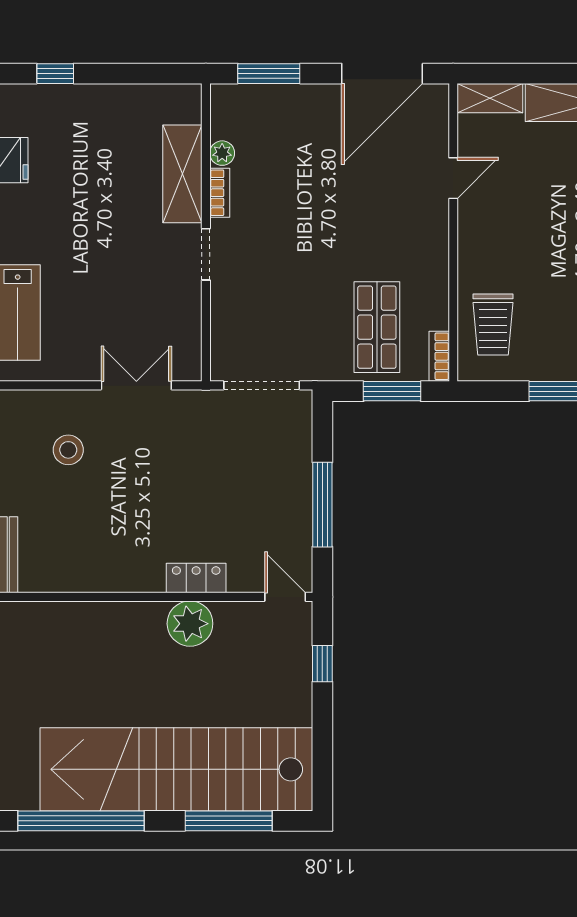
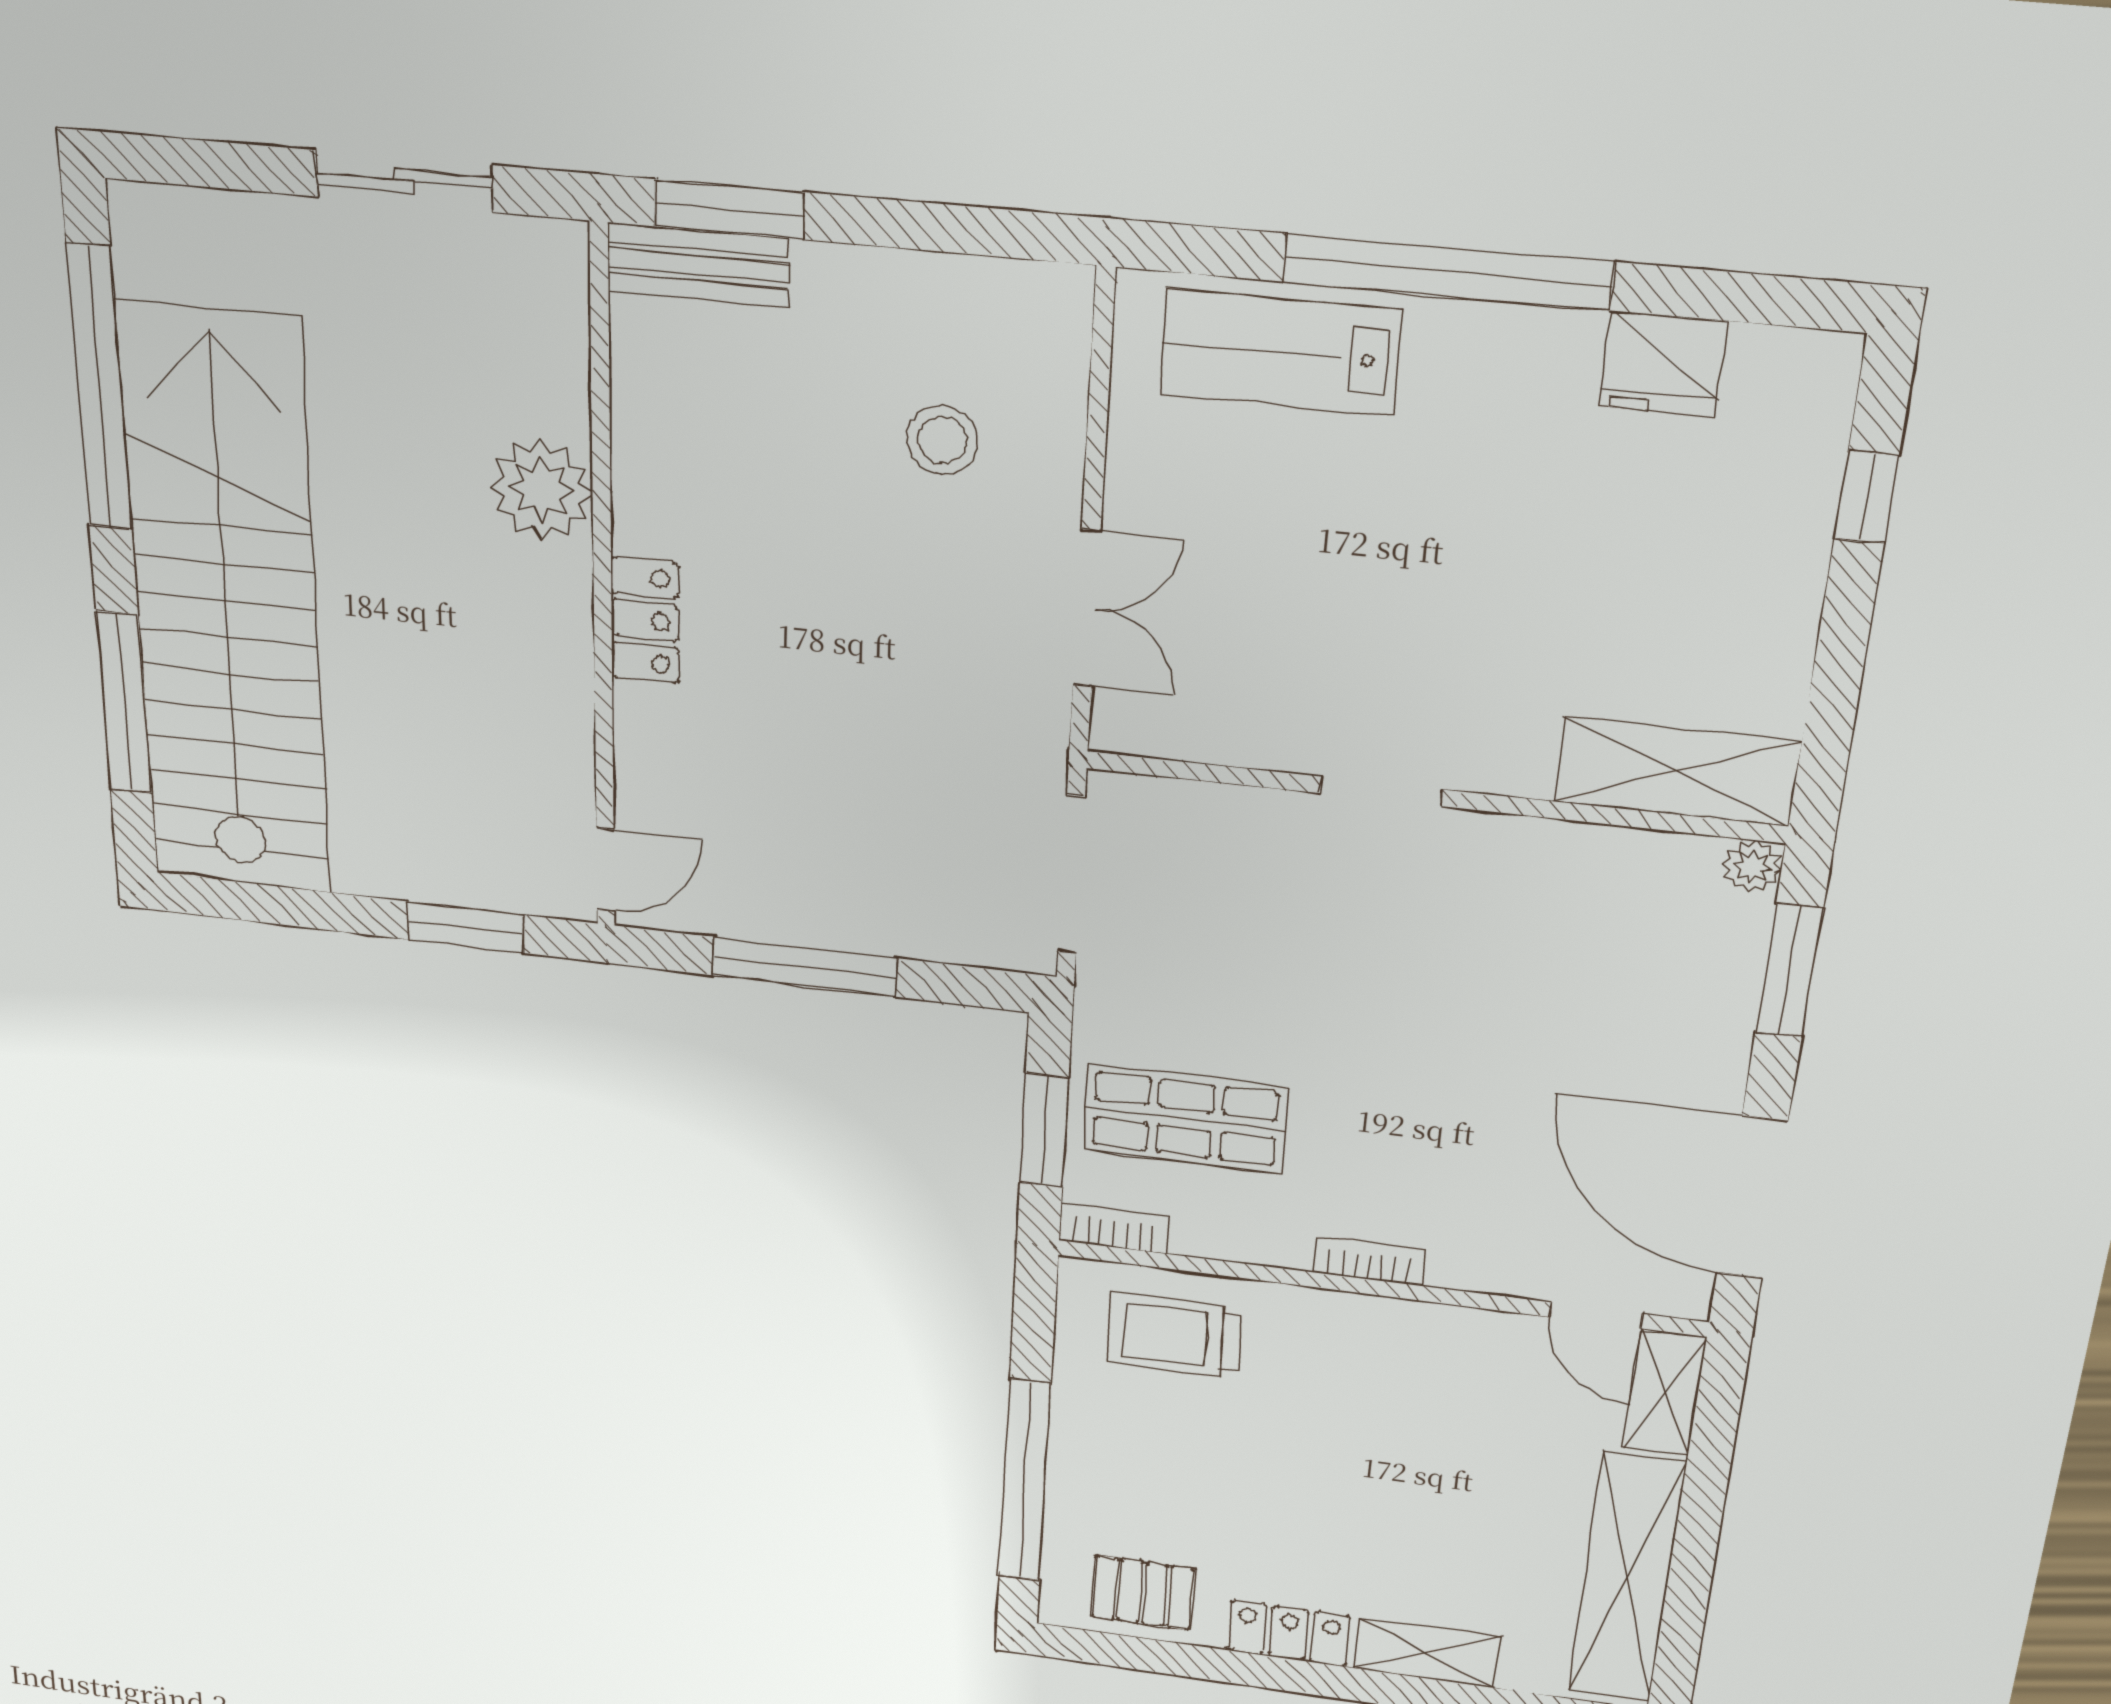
plant: (222, 153) -> (1752, 867), moved
shelving: (182, 174) -> (1677, 772), moved
door: (453, 178) -> (1596, 1315), moved
bookcase: (220, 193) -> (1369, 1261), moved, turned 180
locker: (196, 578) -> (645, 620), moved
plant: (190, 624) -> (541, 489), moved
window: (322, 664) -> (465, 927), width x1.50

